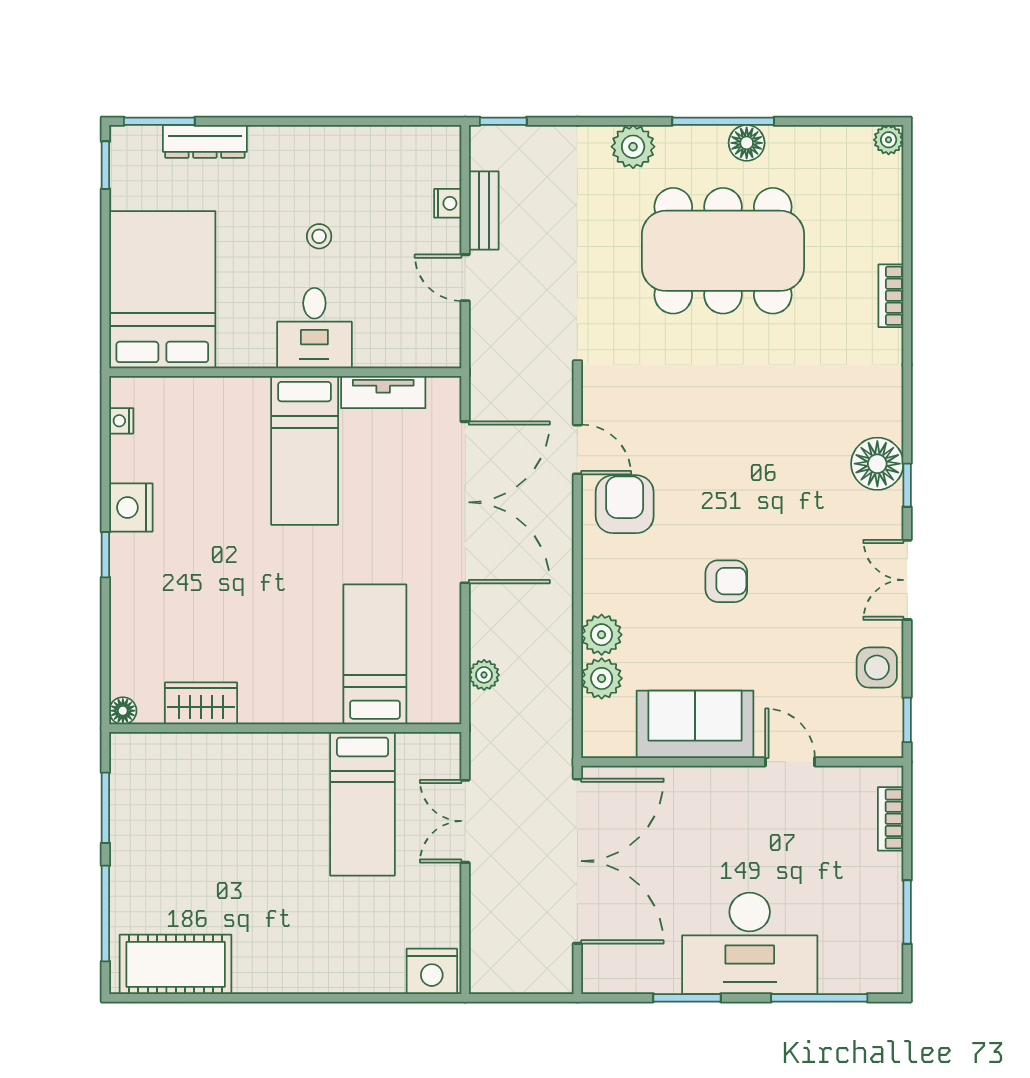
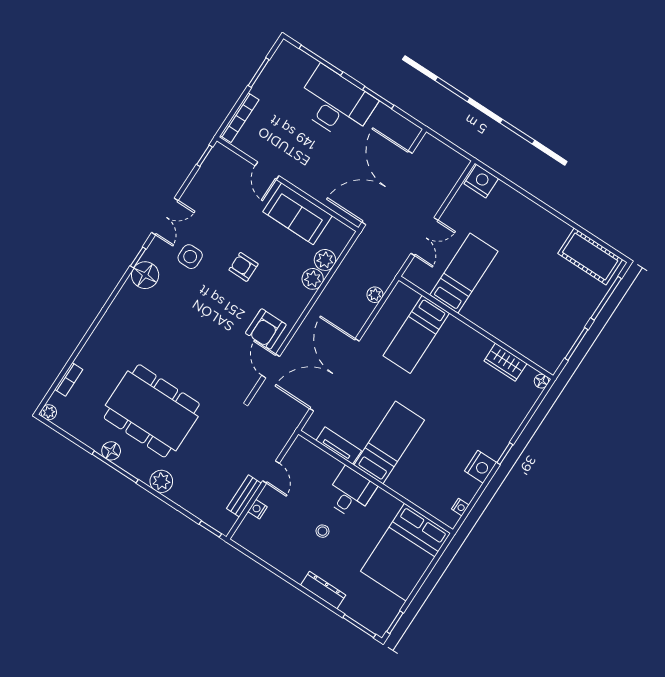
dresser: (205, 141) -> (323, 590), moved
bookcase: (891, 296) -> (69, 379), moved
side table: (877, 668) -> (190, 257), moved
bookcase: (891, 819) -> (239, 118), width x1.56

